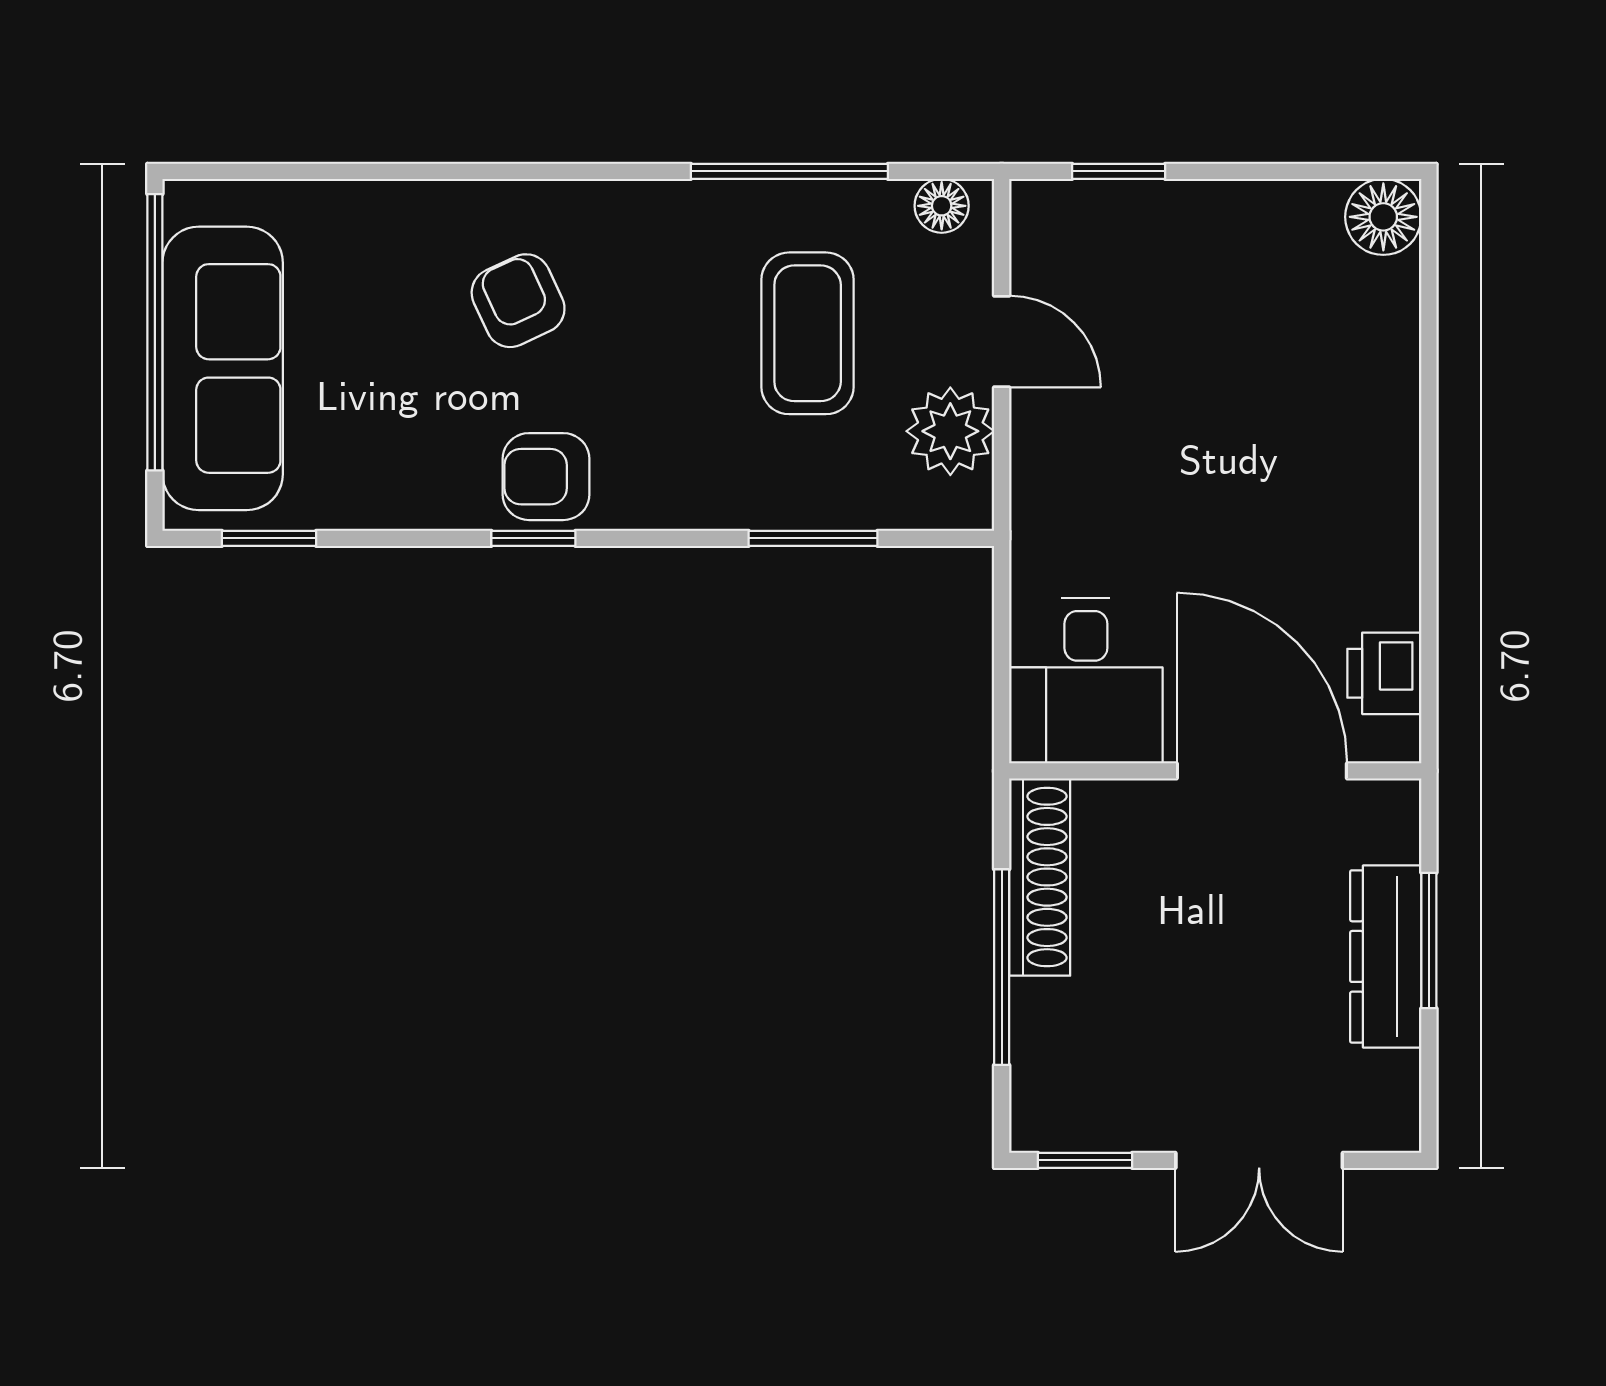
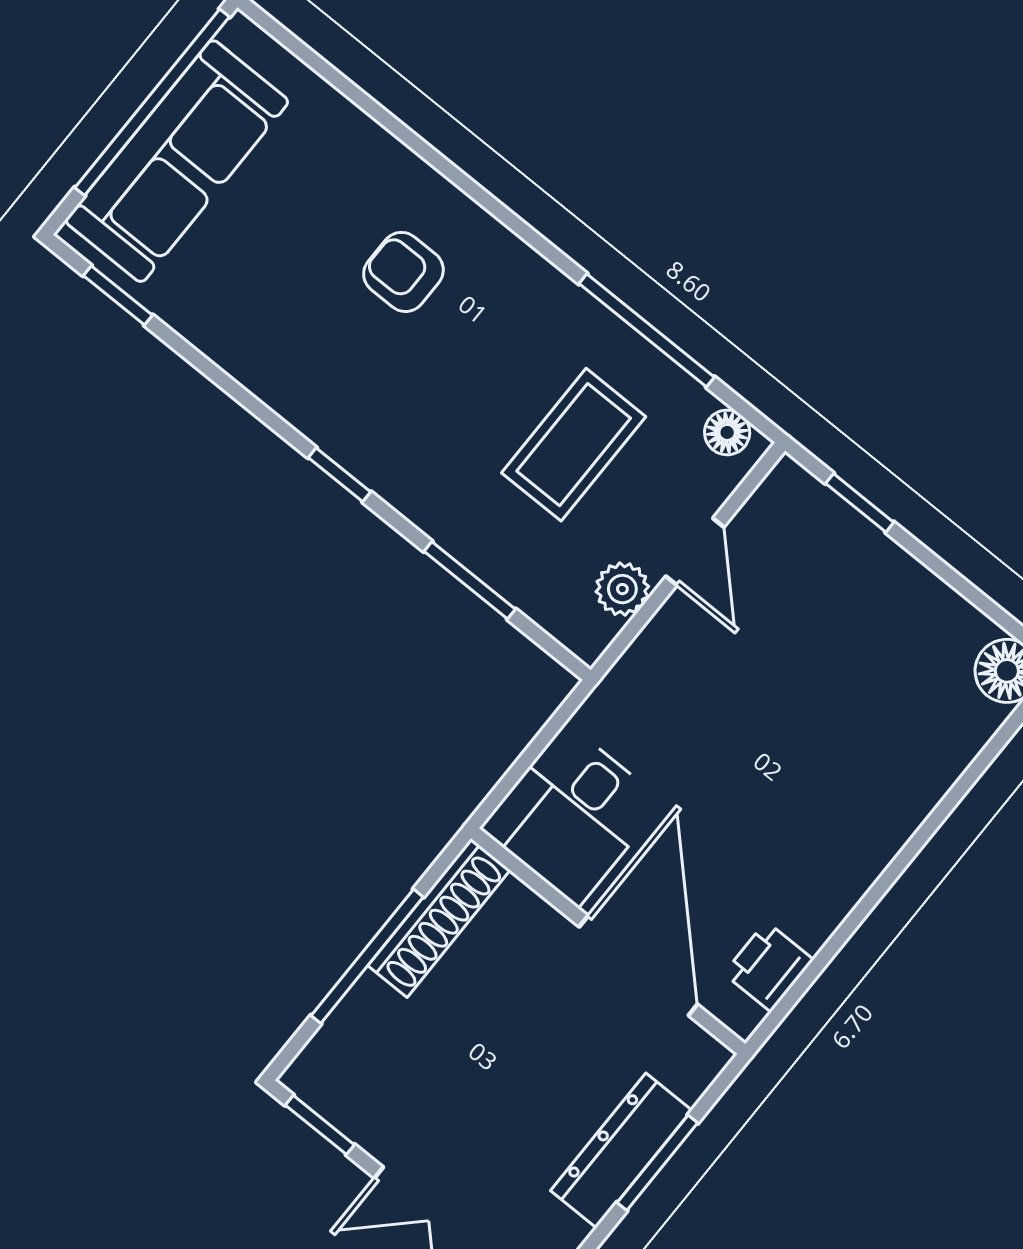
armchair: (518, 301) -> (403, 272), turned -65
plant: (950, 431) -> (622, 589), width x0.73, depth x0.73
armchair: (546, 477) -> (329, 400), removed
window: (533, 538) -> (339, 475), moved

